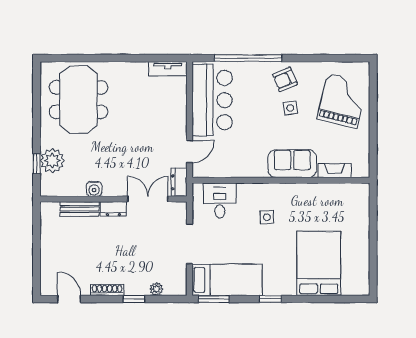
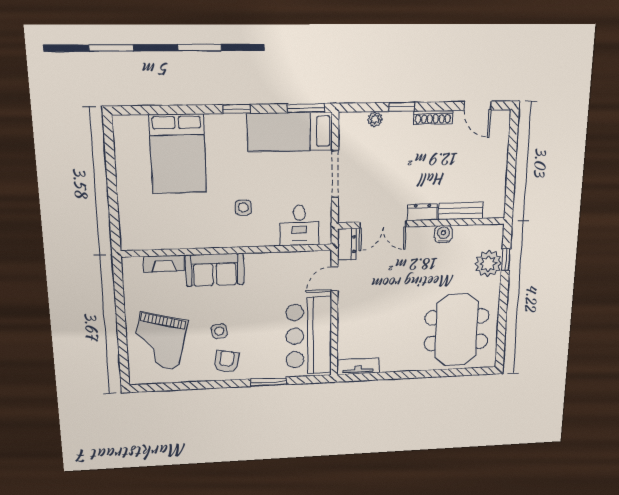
window: (248, 58) -> (269, 382), width x0.47
armchair: (285, 79) -> (226, 361), turned -57

